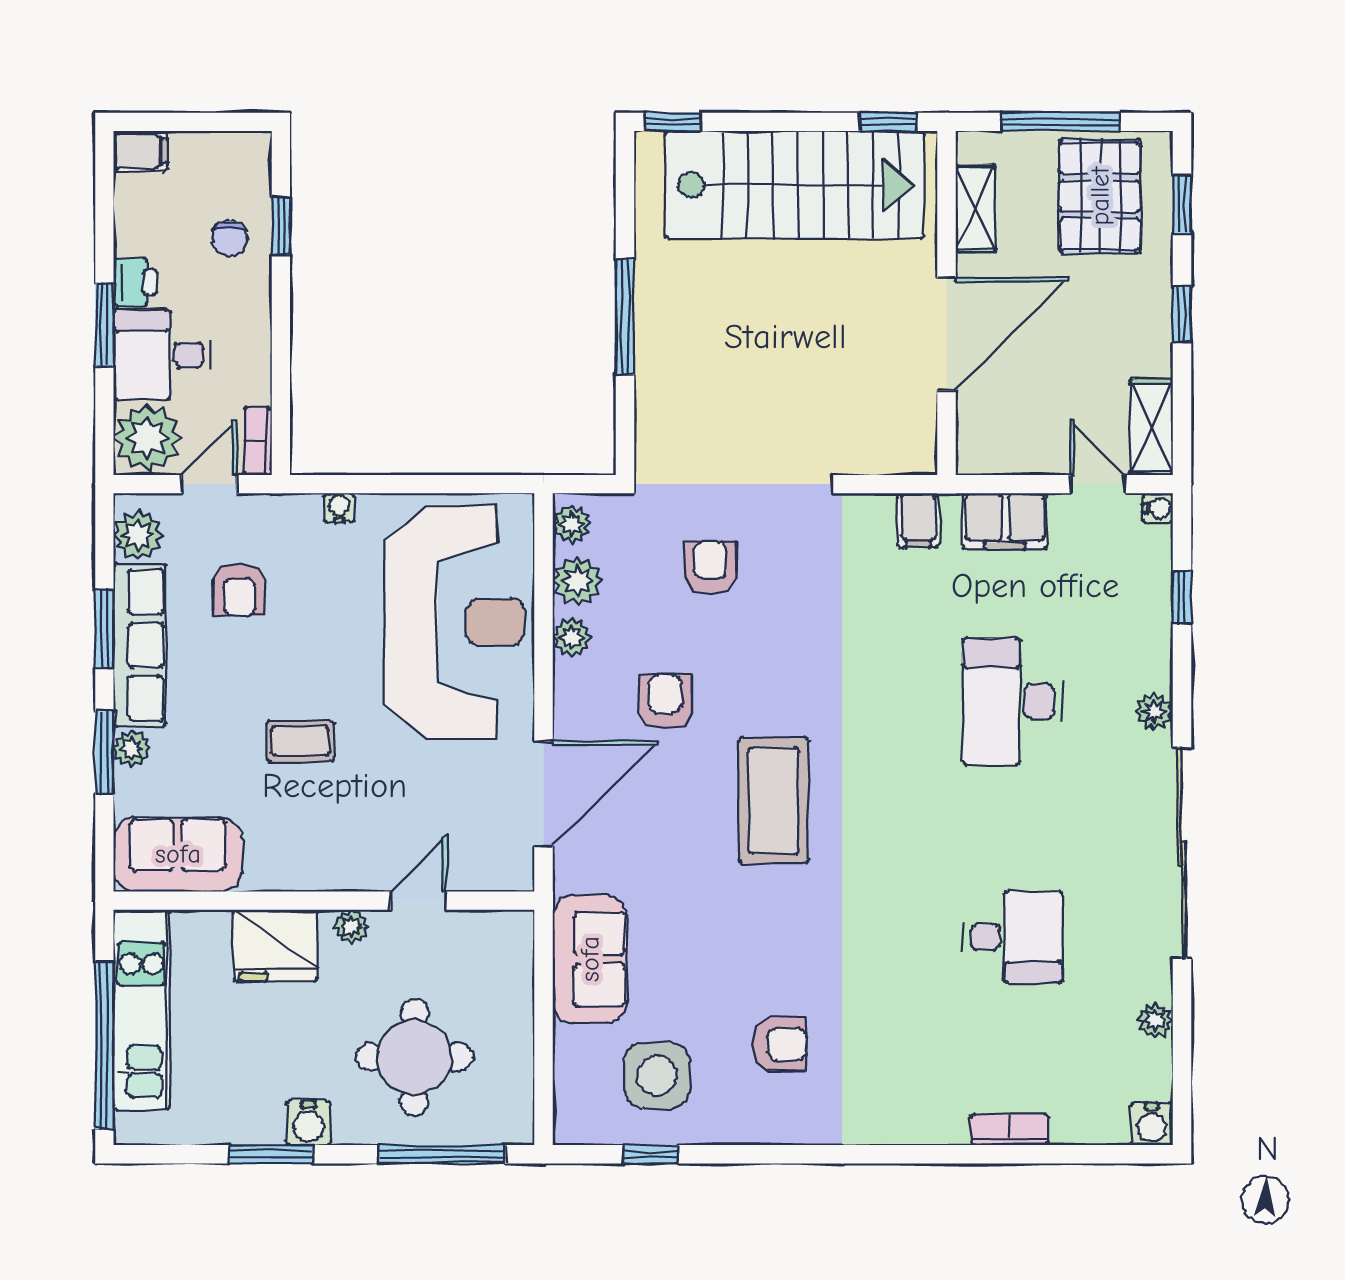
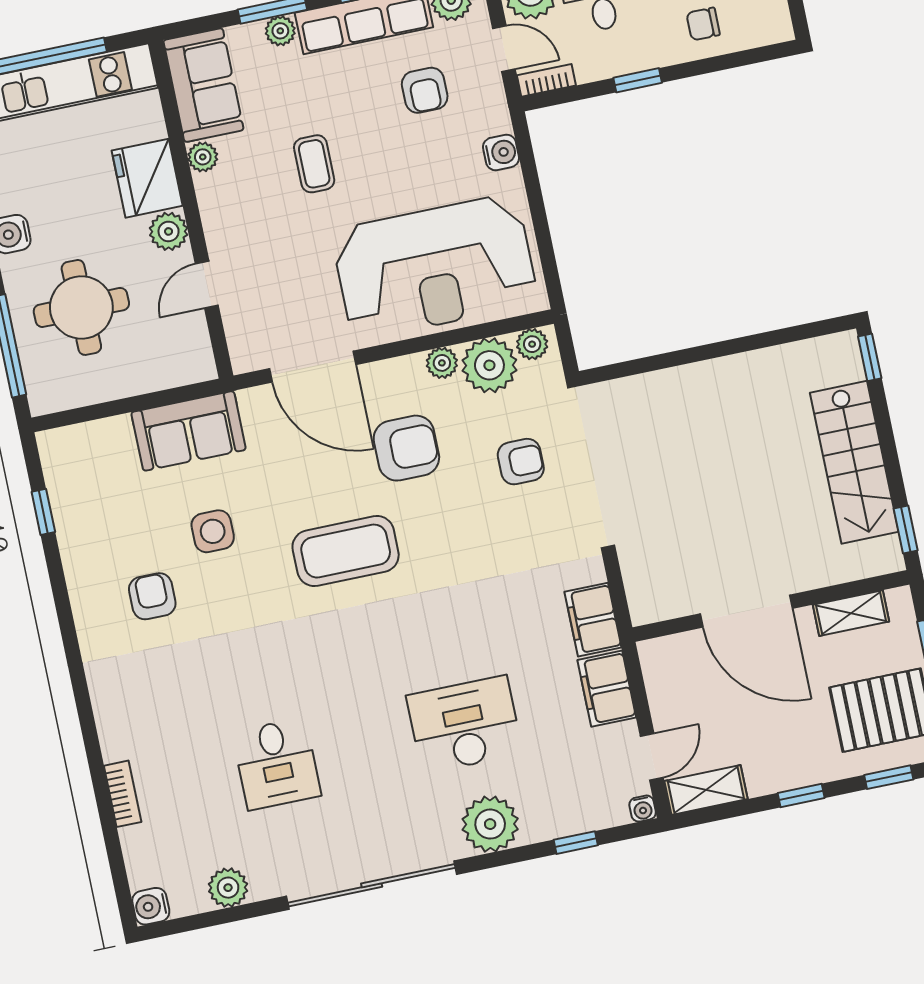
stairs: (795, 185) -> (854, 462), width x0.73, depth x0.66
window: (281, 226) -> (638, 80), moved
window: (625, 317) -> (706, 352), removed
water cooler: (339, 508) -> (501, 152), width x1.38, depth x1.38
filing cabinet: (918, 520) -> (593, 620), width x2.00
plant: (577, 581) -> (489, 365), width x1.36, depth x1.36
armchair: (239, 590) -> (425, 90), turned -90
armchair: (665, 702) -> (406, 448), width x1.38, depth x1.38
plant: (1154, 712) -> (490, 824), width x1.87, depth x1.87
plant: (264, 873) -> (203, 157), added
door: (418, 901) -> (207, 285), swing flipped
plant: (351, 927) -> (169, 231), width x1.38, depth x1.38
plant: (1155, 1020) -> (228, 888), width x1.38, depth x1.38
armchair: (779, 1044) -> (152, 596), turned 180
side table: (657, 1076) -> (213, 531), moved, width x0.73, depth x0.73

